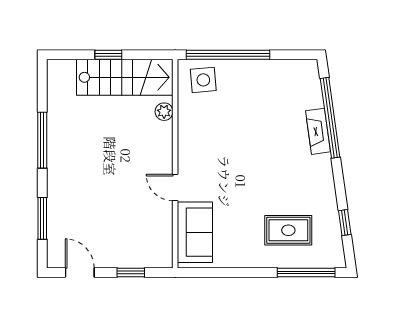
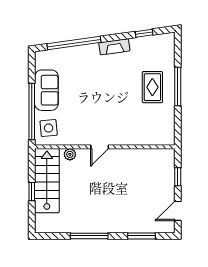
fireplace: (318, 131) -> (114, 47), moved
door: (175, 188) -> (100, 147), moved
rug: (288, 230) -> (152, 87), moved
sofa: (195, 232) -> (46, 90), moved, turned 90
window: (306, 273) -> (178, 87), moved

